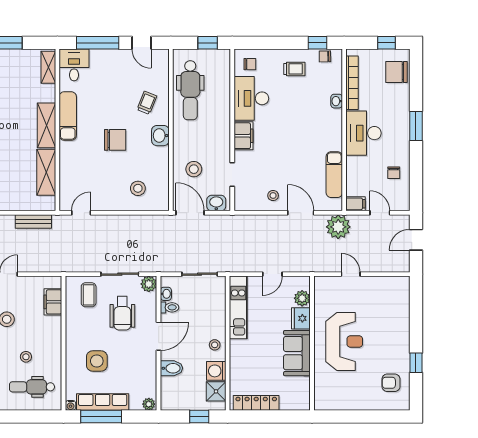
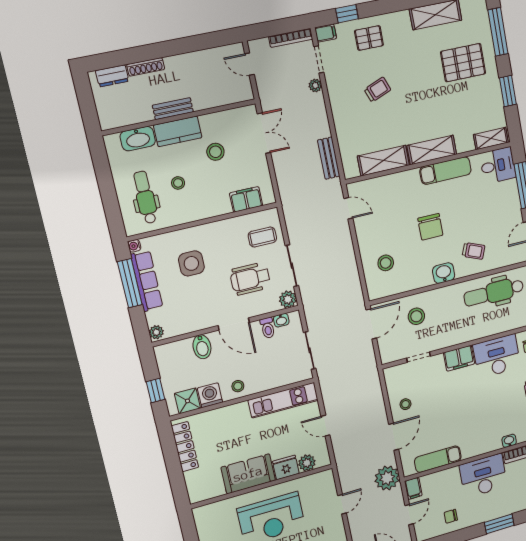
washbasin: (216, 203) -> (387, 348), removed

